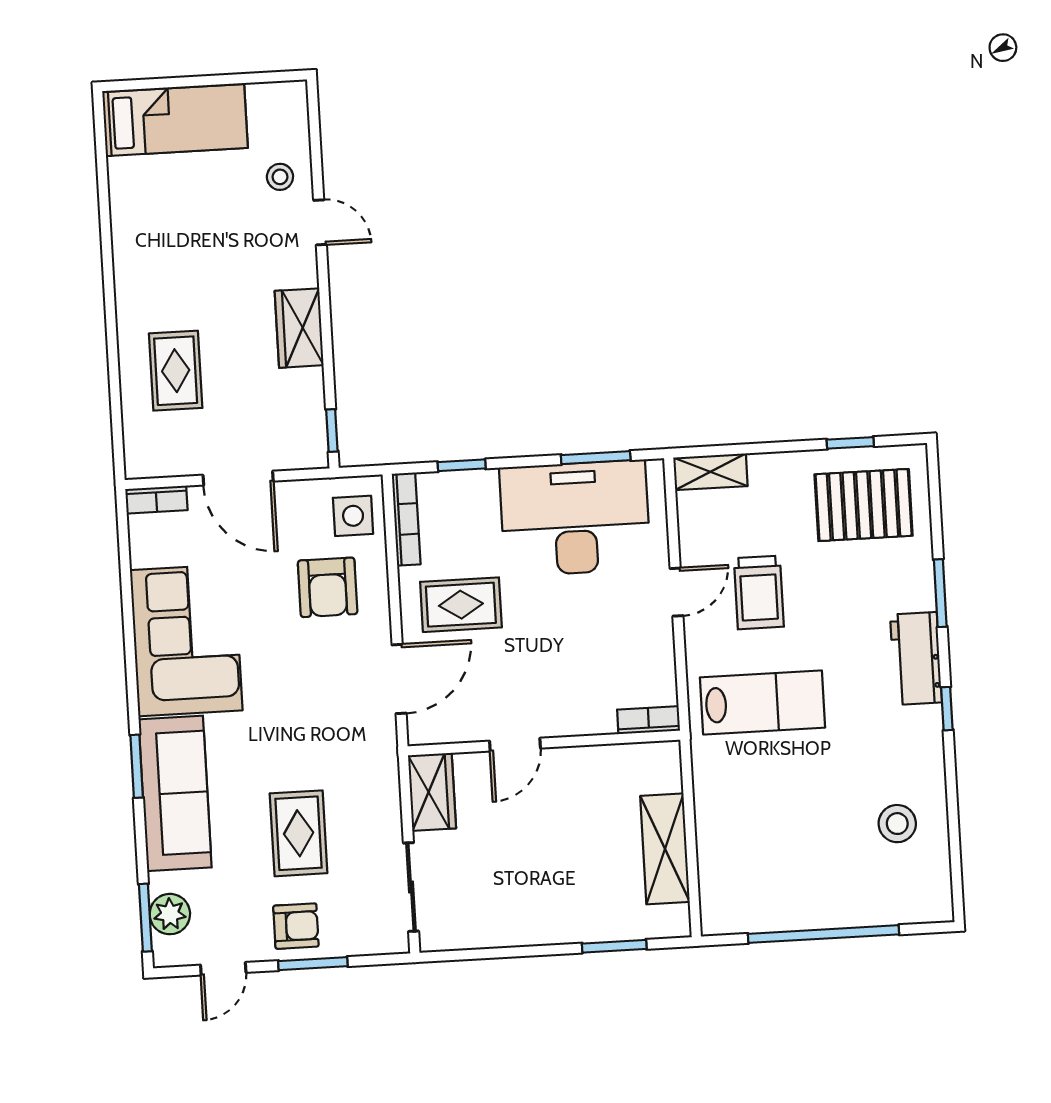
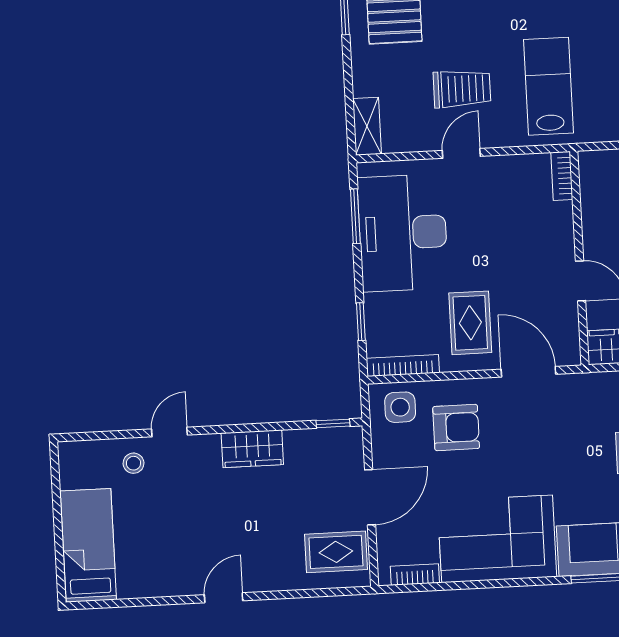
door: (109, 292) -> (224, 598), added
rug: (176, 371) -> (336, 552), moved
bookcase: (156, 500) -> (415, 575), moved, turned -90
door: (677, 592) -> (461, 153), hinge flipped

